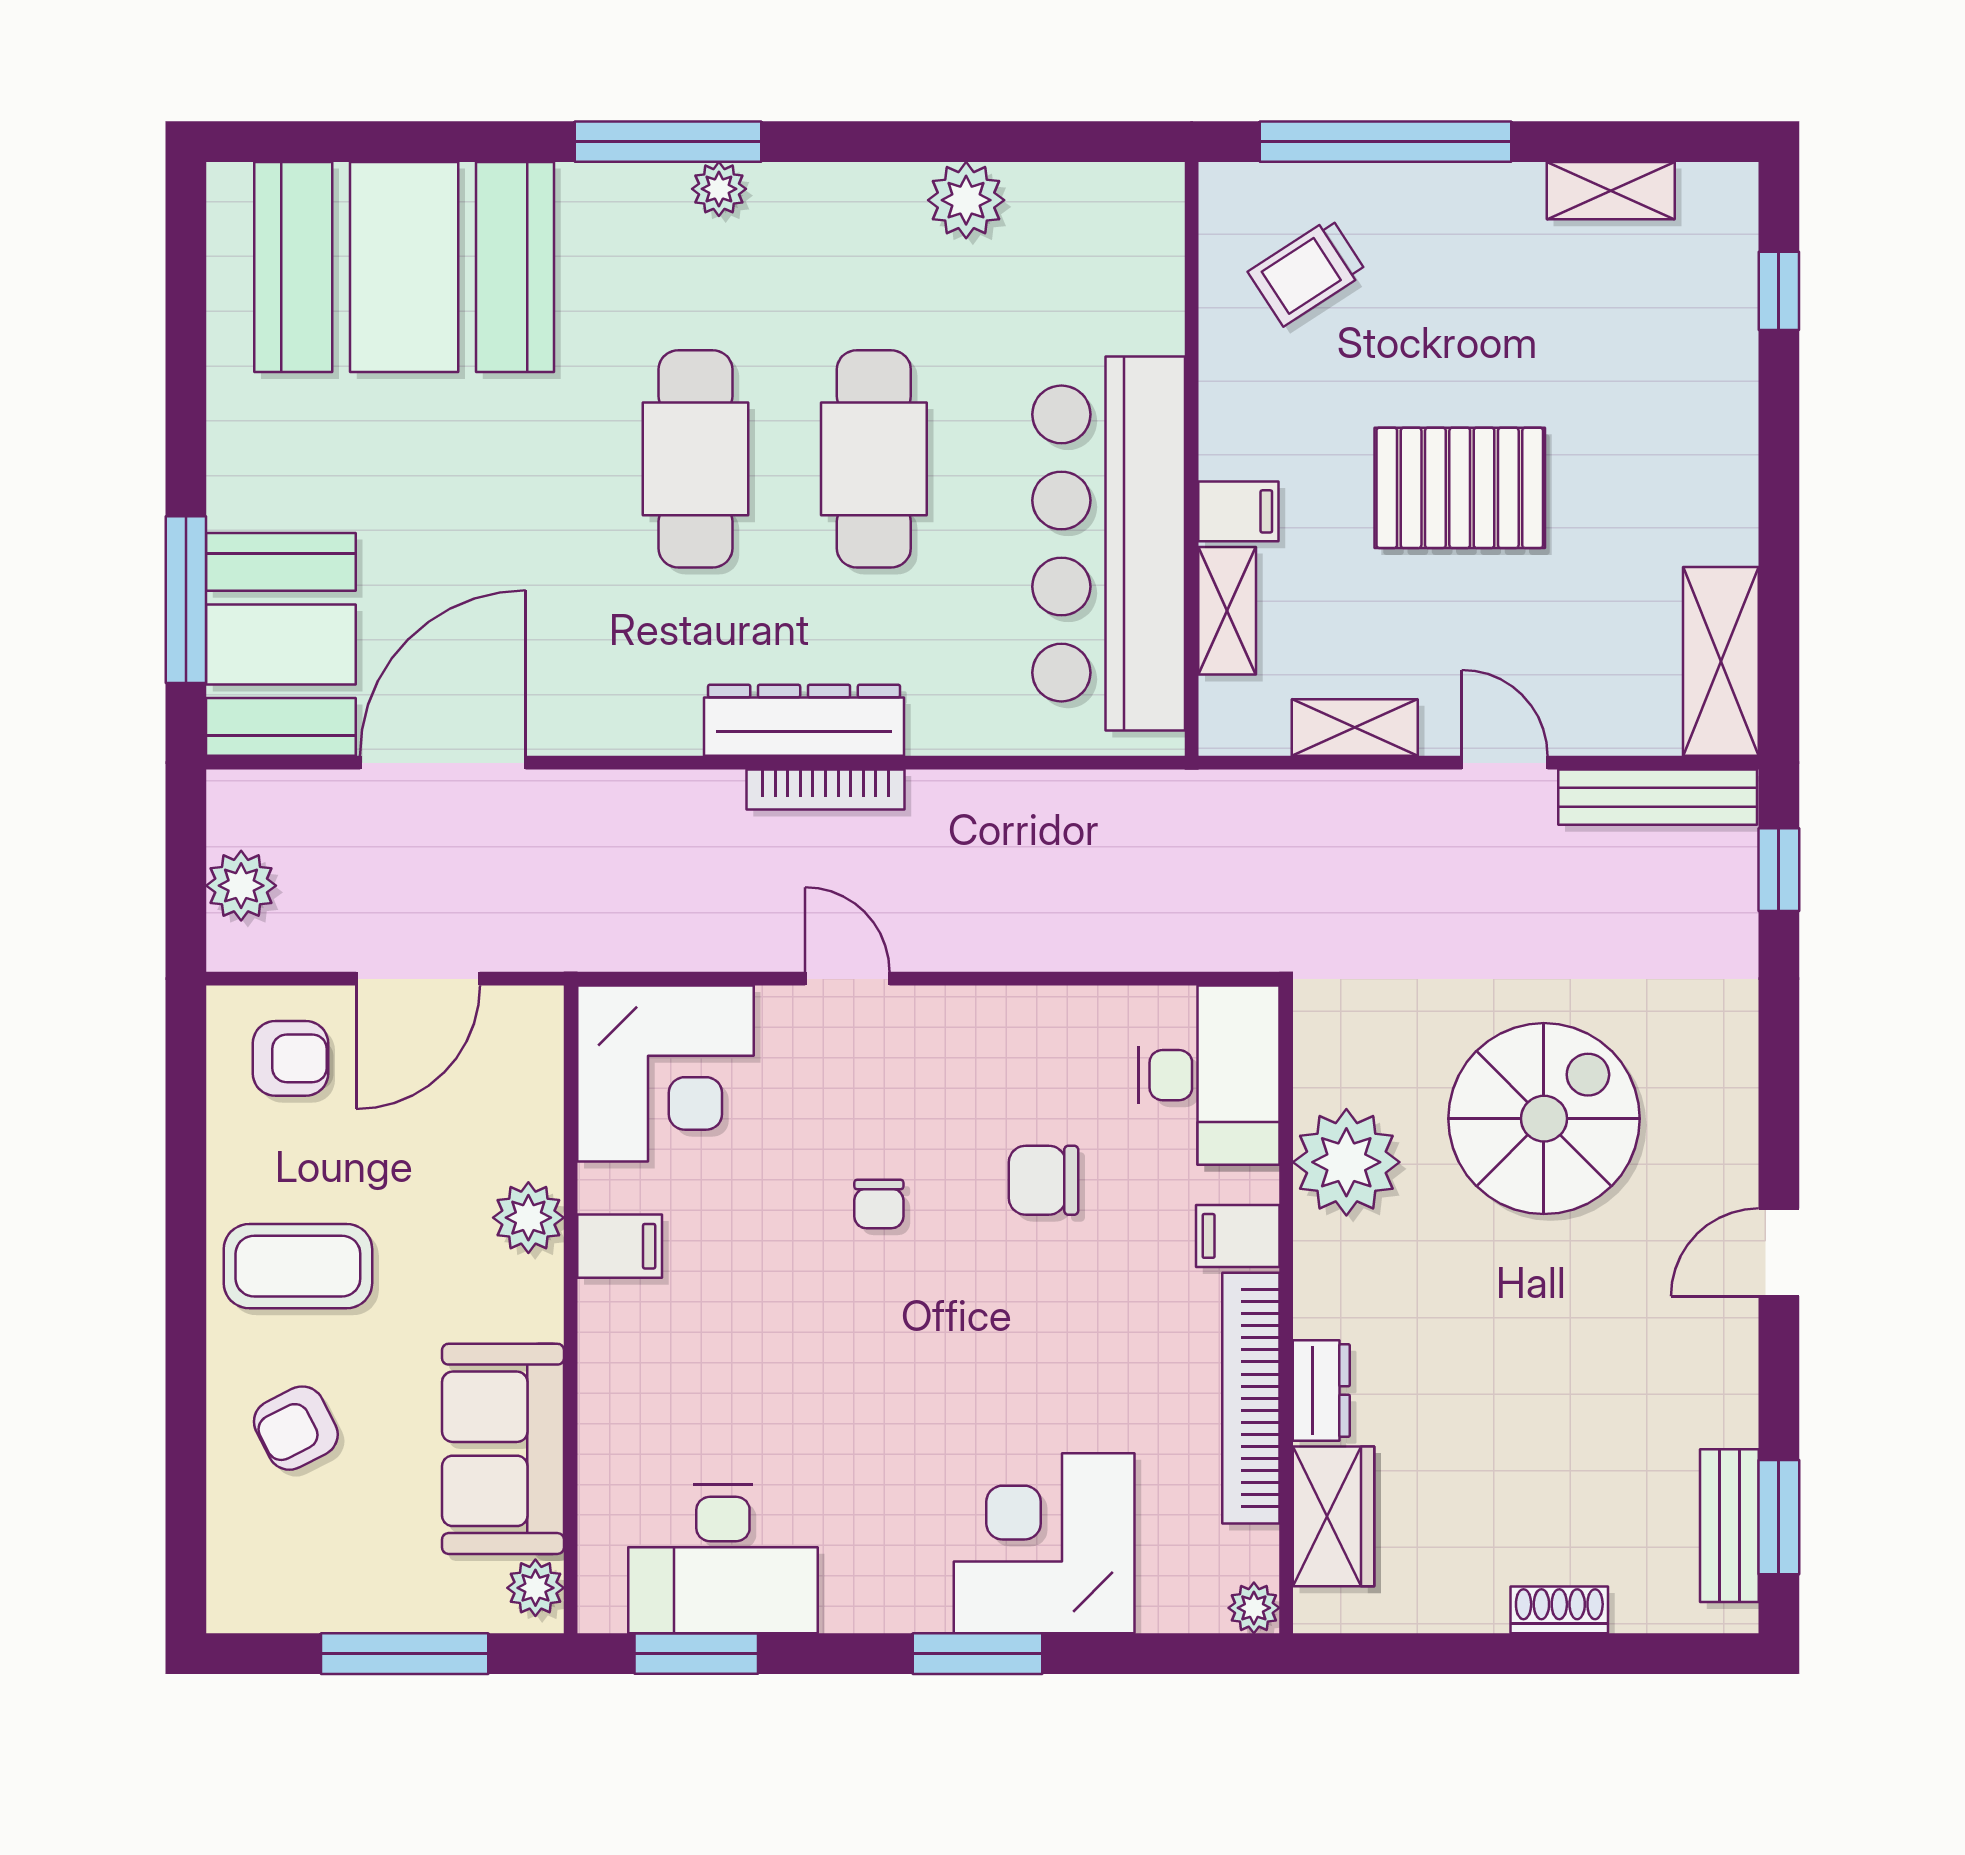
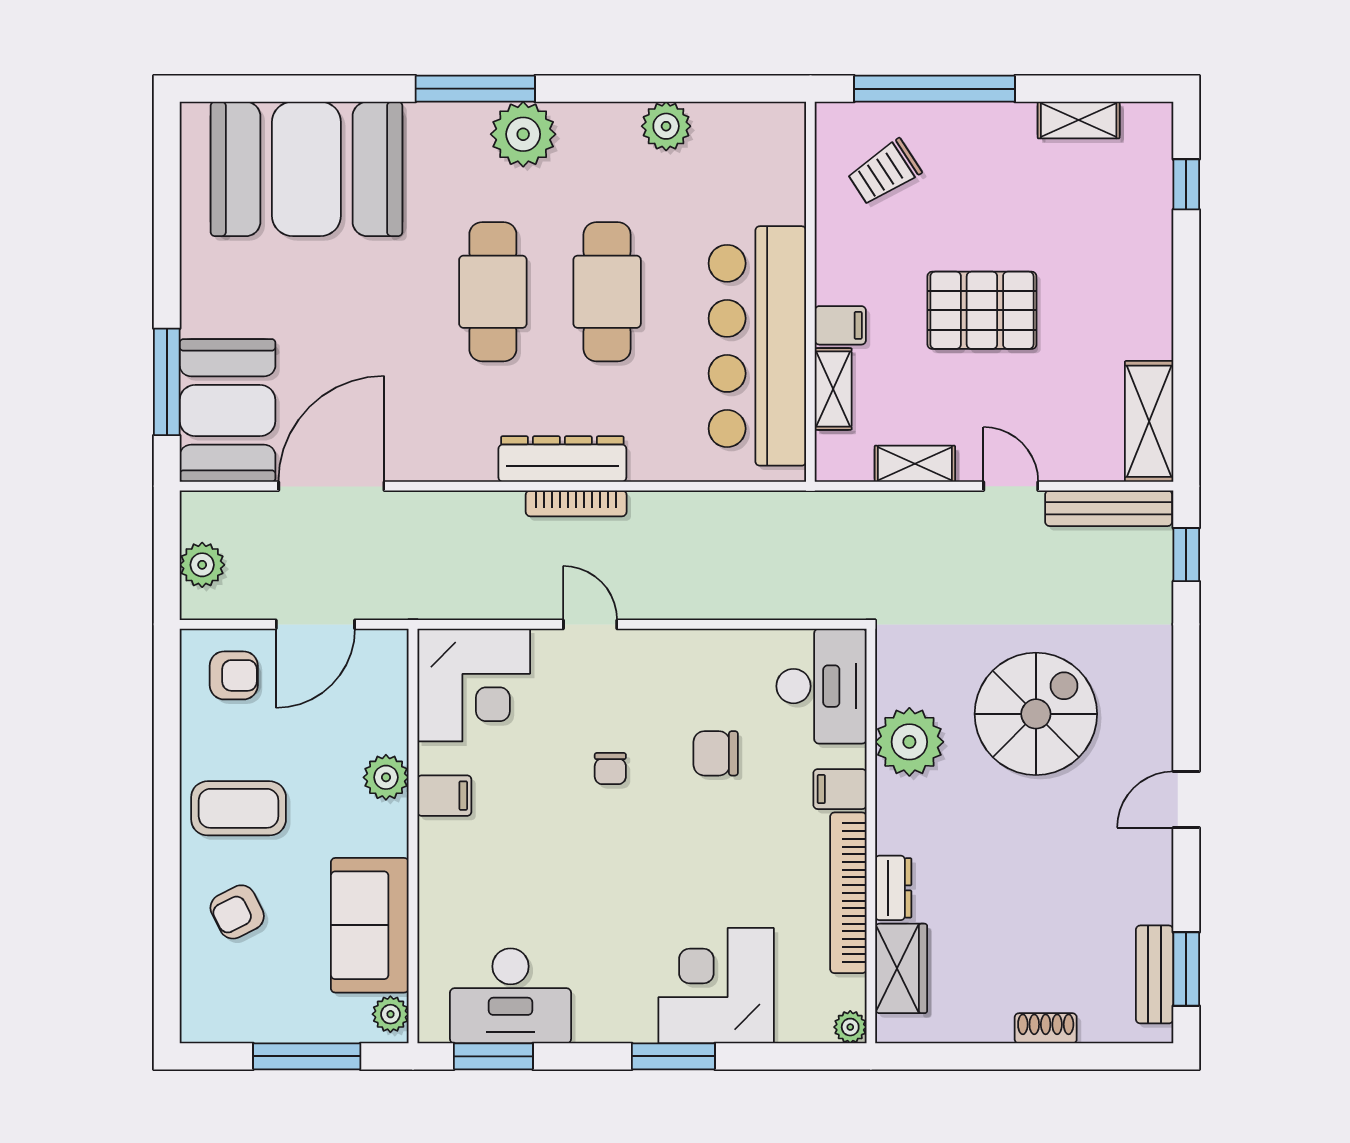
plant: (719, 189) -> (523, 134), width x1.87, depth x1.87

